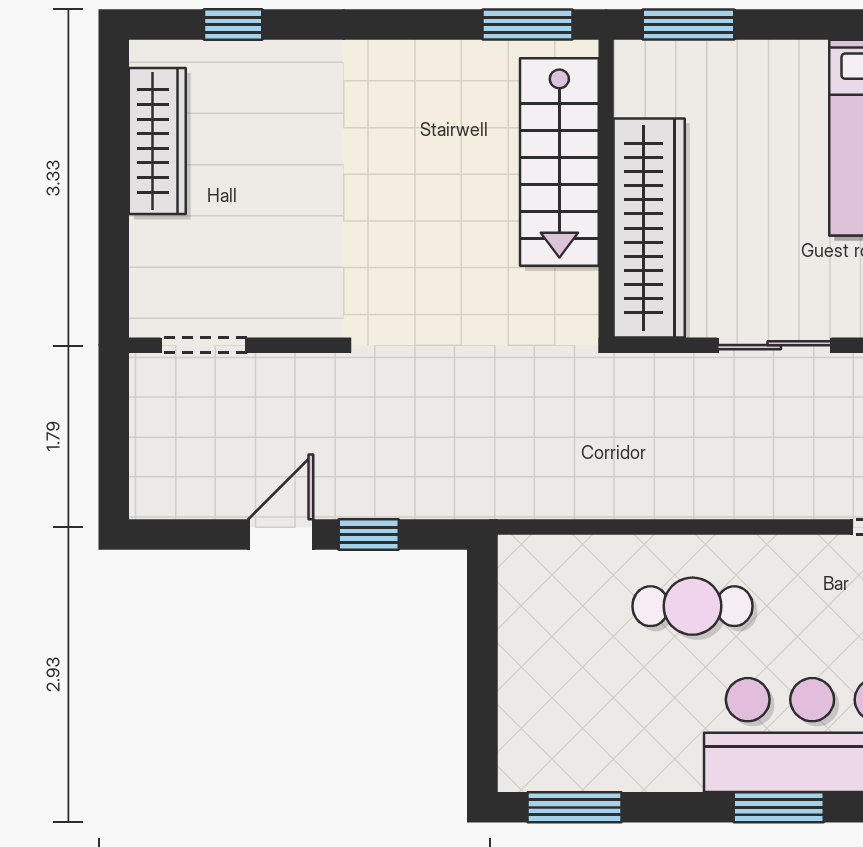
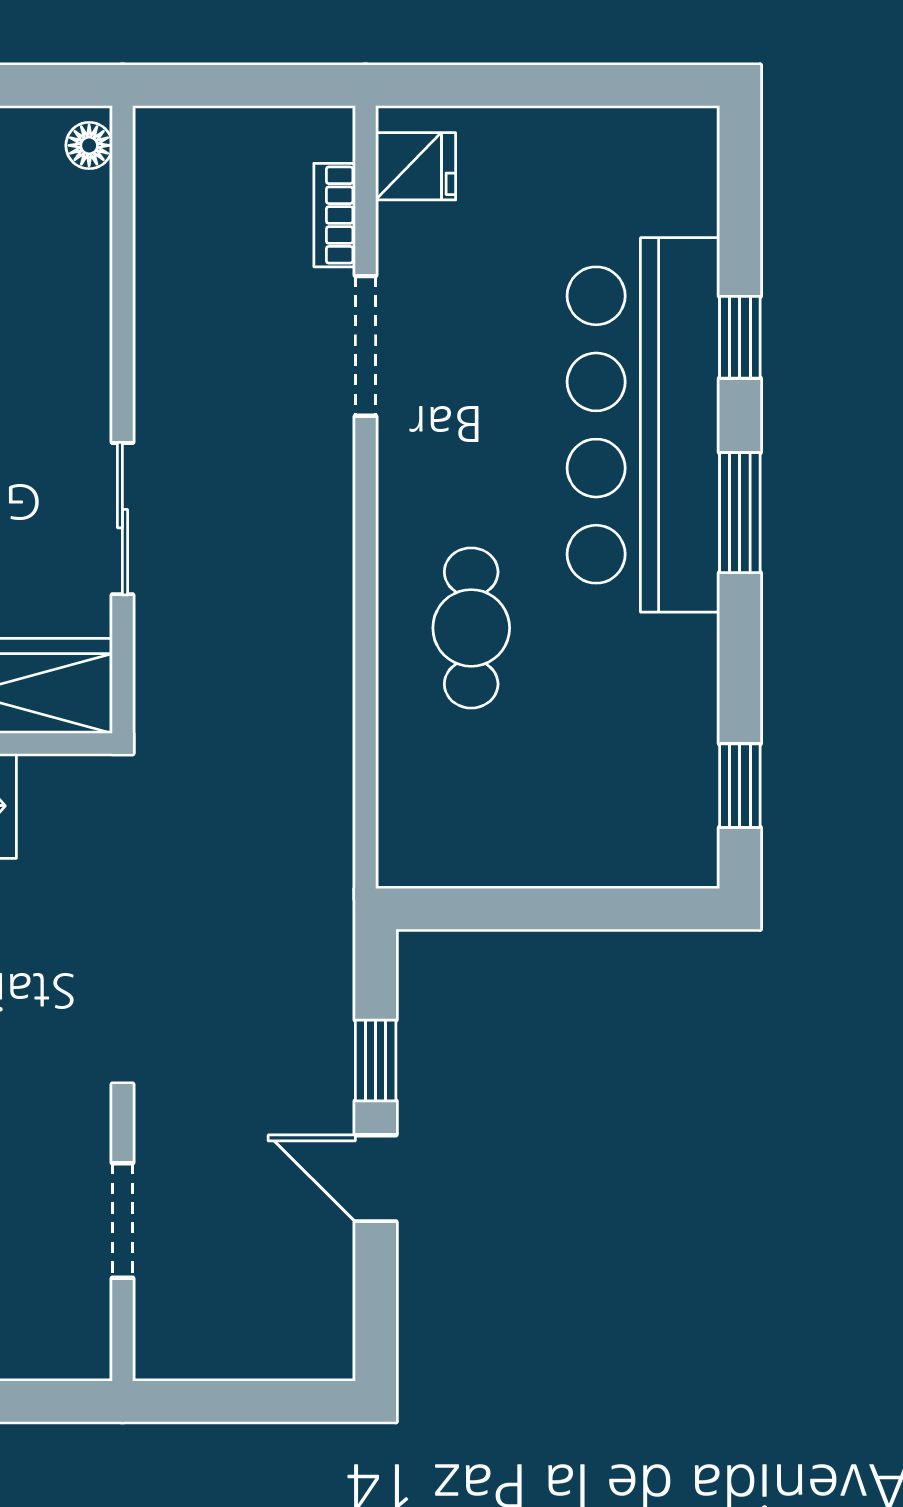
doorway: (203, 345) -> (122, 1220), moved
window: (574, 807) -> (740, 786), width x0.67

